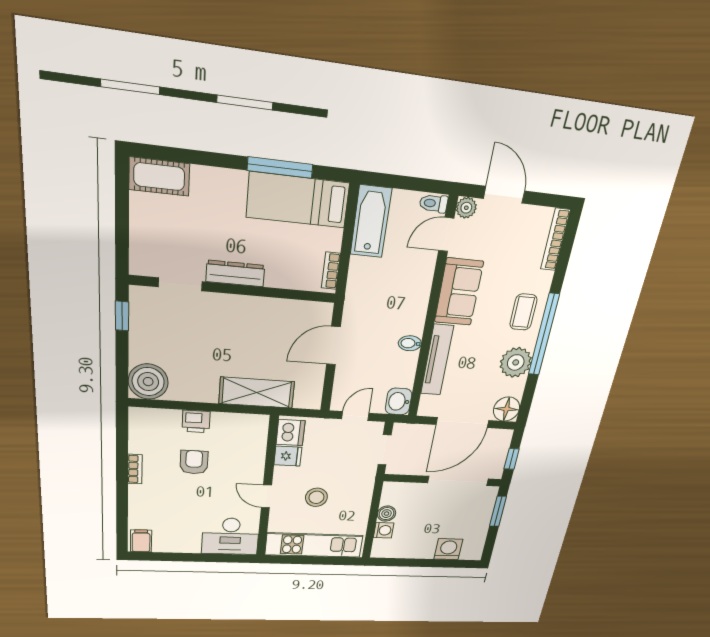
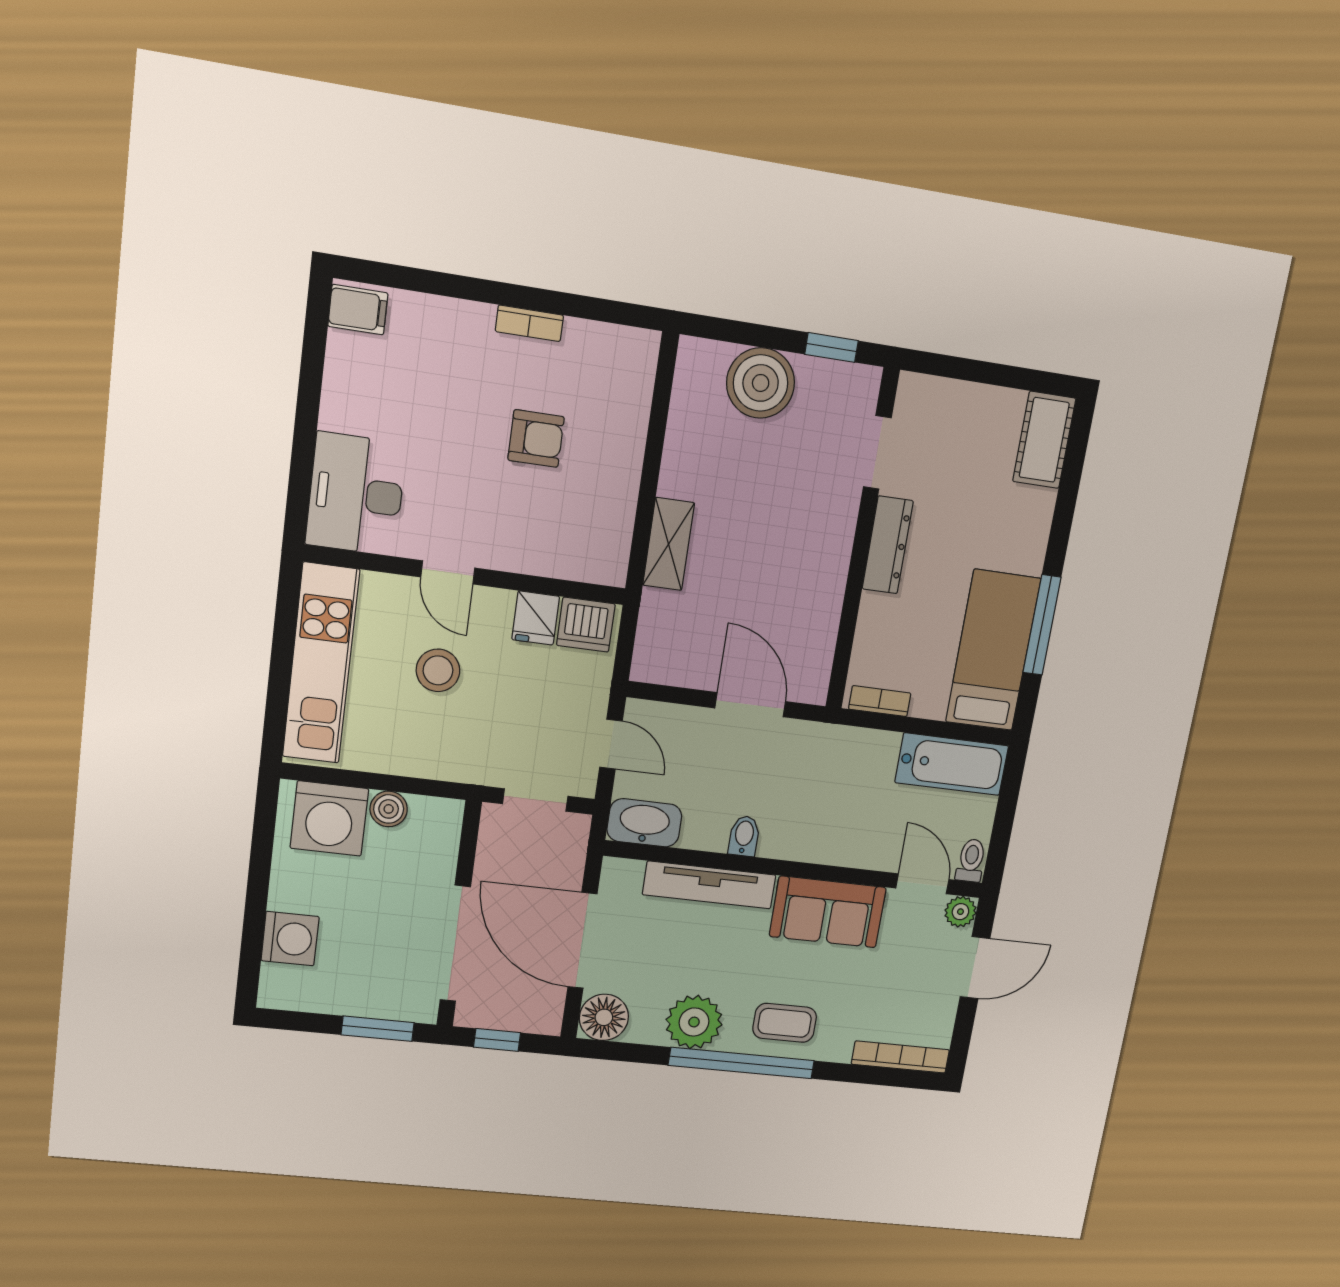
boiler: (148, 382) -> (761, 383), moved
shelving: (257, 393) -> (669, 544), width x0.67, depth x0.75
washbasin: (399, 401) -> (644, 823), width x1.38
printer: (196, 421) -> (622, 452), removed
door: (266, 496) -> (448, 572), swing flipped
washing machine: (384, 530) -> (329, 818), width x1.89, depth x1.89

